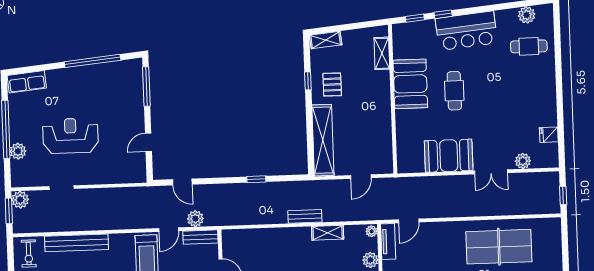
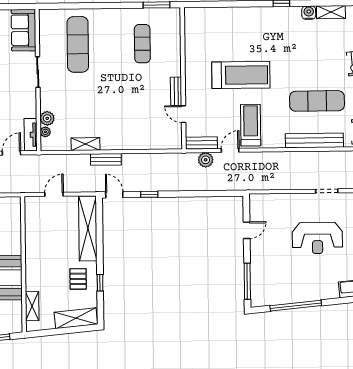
shelving: (326, 40) -> (76, 318), width x1.50, depth x1.33
door: (182, 182) -> (114, 195), moved
plant: (372, 231) -> (45, 132), moved

